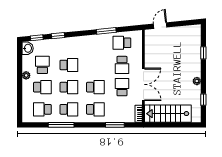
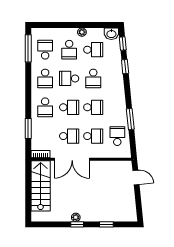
school desk: (95, 65) -> (93, 107), added
school desk: (122, 65) -> (93, 136), turned 180
school desk: (69, 87) -> (69, 78), turned 90
school desk: (95, 87) -> (69, 107), turned -90
window: (203, 100) -> (77, 224), moved
window: (61, 125) -> (28, 48), moved

